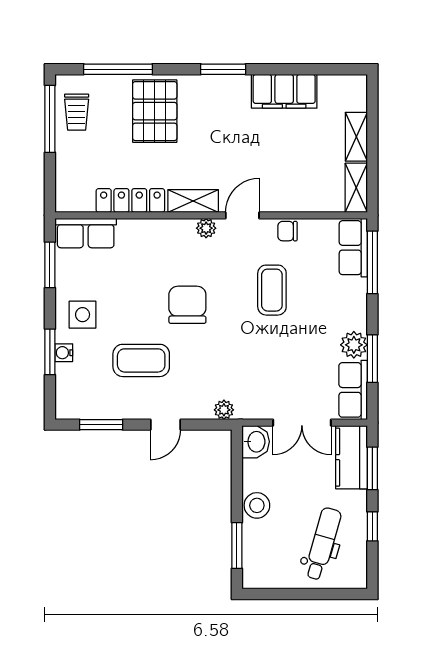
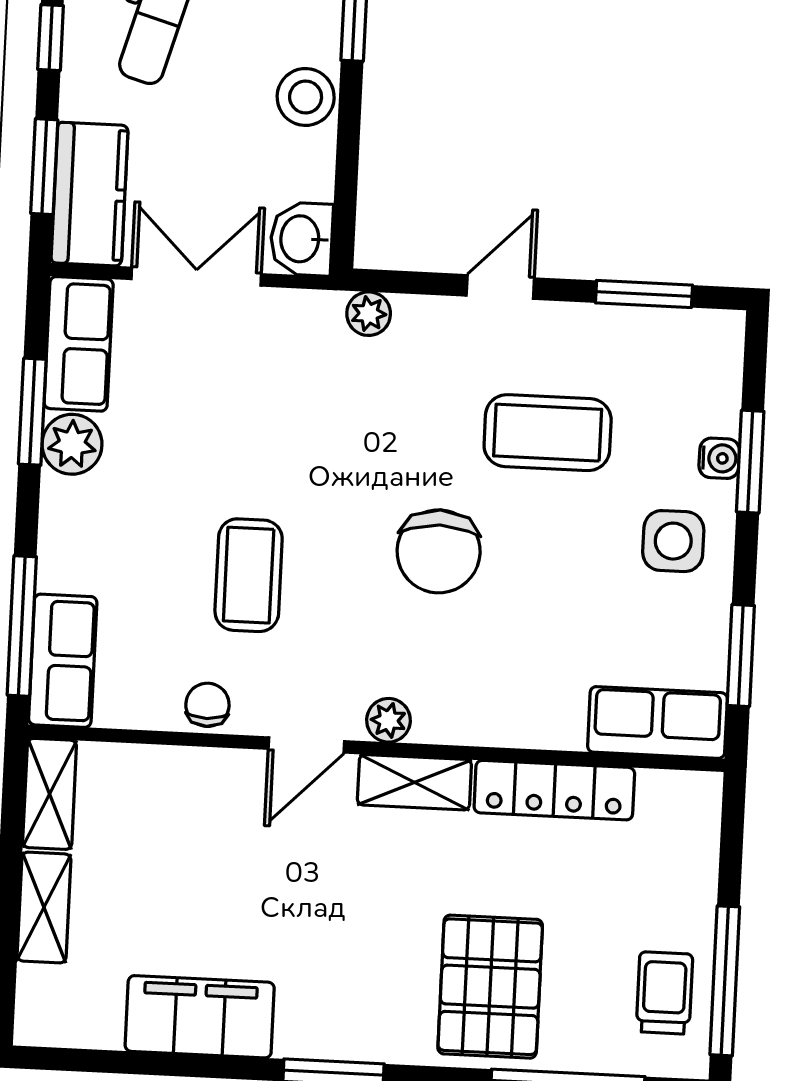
chair: (288, 231) -> (207, 705), turned -90

